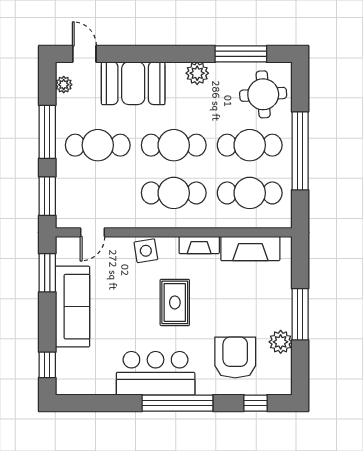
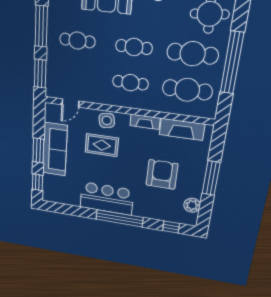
cafe table: (98, 145) -> (77, 41), width x0.73, depth x0.74
cafe table: (174, 145) -> (134, 47), width x0.73, depth x0.74
cafe table: (174, 193) -> (130, 83), width x0.73, depth x0.74
window: (47, 273) -> (38, 150), moved
rug: (175, 302) -> (102, 145), moved, turned 90
plant: (281, 342) -> (192, 205), moved
armchair: (235, 357) -> (162, 174), moved

